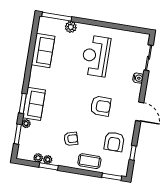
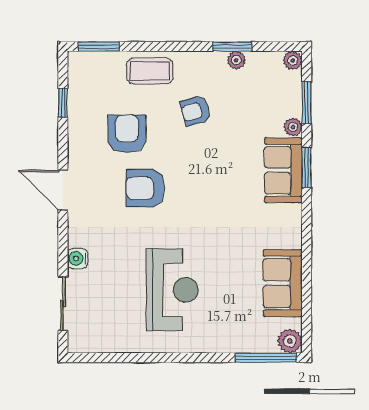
plant: (71, 27) -> (290, 341), moved
armchair: (114, 142) -> (127, 134), moved
plant: (38, 158) -> (293, 60), moved

